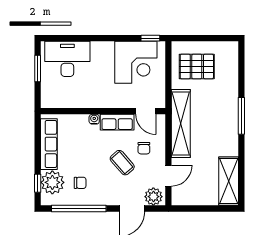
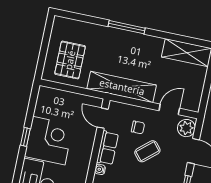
window: (150, 38) -> (25, 137), moved
corner desk: (136, 62) -> (49, 141), moved
door: (146, 111) -> (103, 118), swing flipped
door: (168, 176) -> (169, 109), hinge flipped

